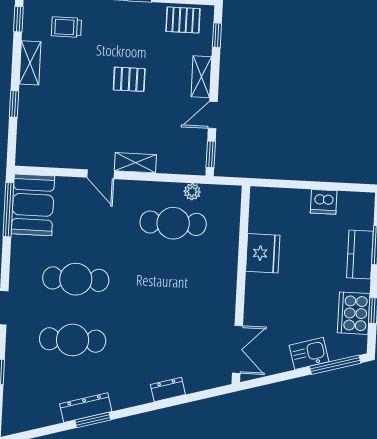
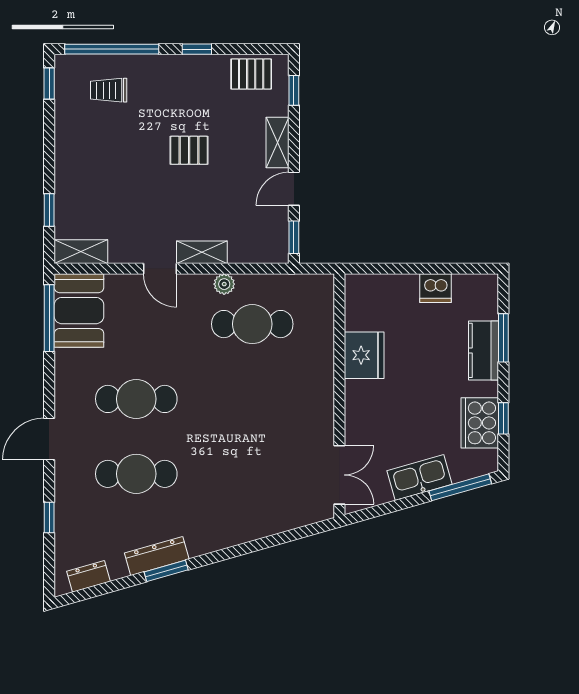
shelving: (30, 63) -> (81, 252), moved, turned 90
window: (14, 104) -> (49, 210), moved
plant: (192, 192) -> (224, 284), moved
kitchen sink: (309, 353) -> (420, 477), width x1.38
dresser: (168, 390) -> (89, 576), moved

